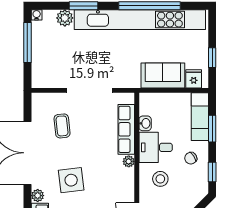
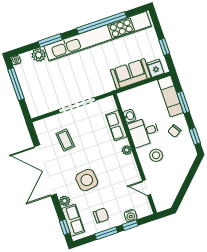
row of seats: (126, 129) -> (116, 126), width x0.68

